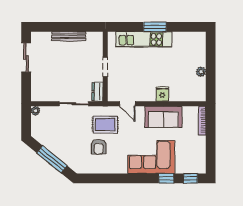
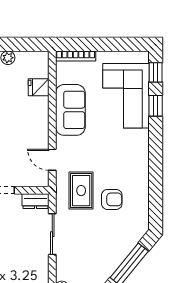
fridge: (162, 94) -> (39, 87), moved
door: (127, 104) -> (52, 160), swing flipped
corner sofa: (151, 157) -> (126, 96), moved

